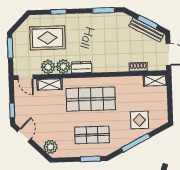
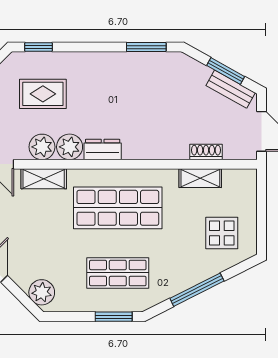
window: (59, 12) -> (39, 47), moved
bench: (147, 30) -> (231, 89), width x0.73
rug: (48, 38) -> (43, 94), width x0.73, depth x0.70
shelving: (155, 81) -> (200, 178), moved
display table: (140, 120) -> (222, 233), moved

